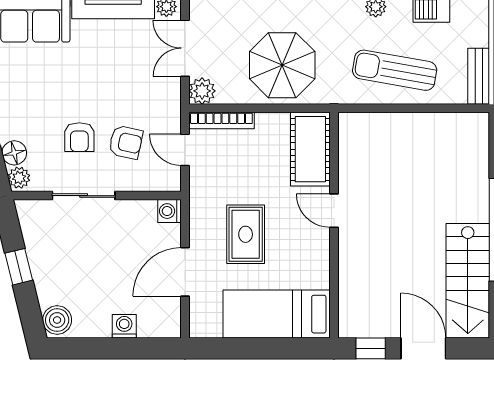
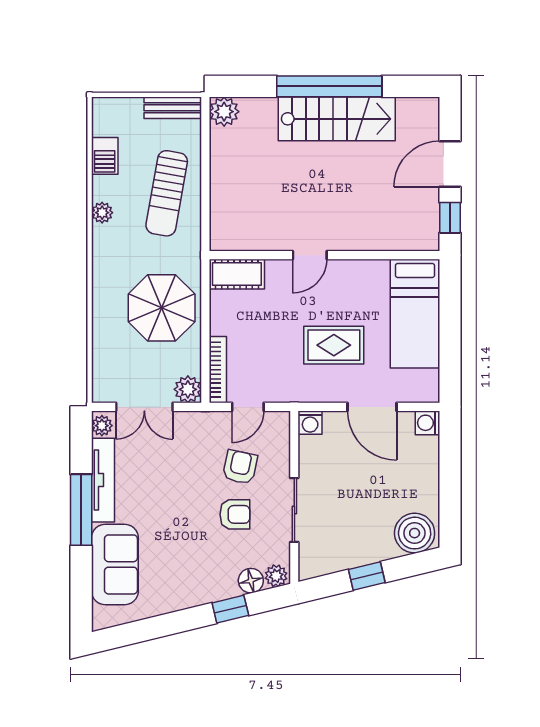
plant: (475, 127) -> (224, 112), added
cot: (310, 149) -> (237, 274), width x0.73, depth x0.75
stairs: (468, 281) -> (337, 119), moved
boiler: (57, 320) -> (415, 533), width x1.37, depth x1.37
washing machine: (124, 326) -> (427, 423), moved

